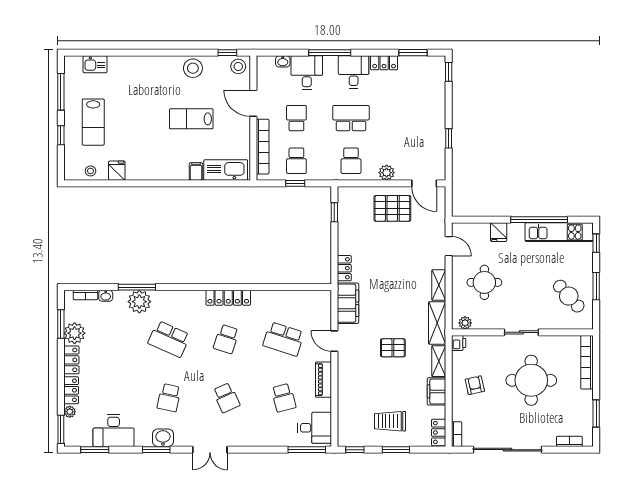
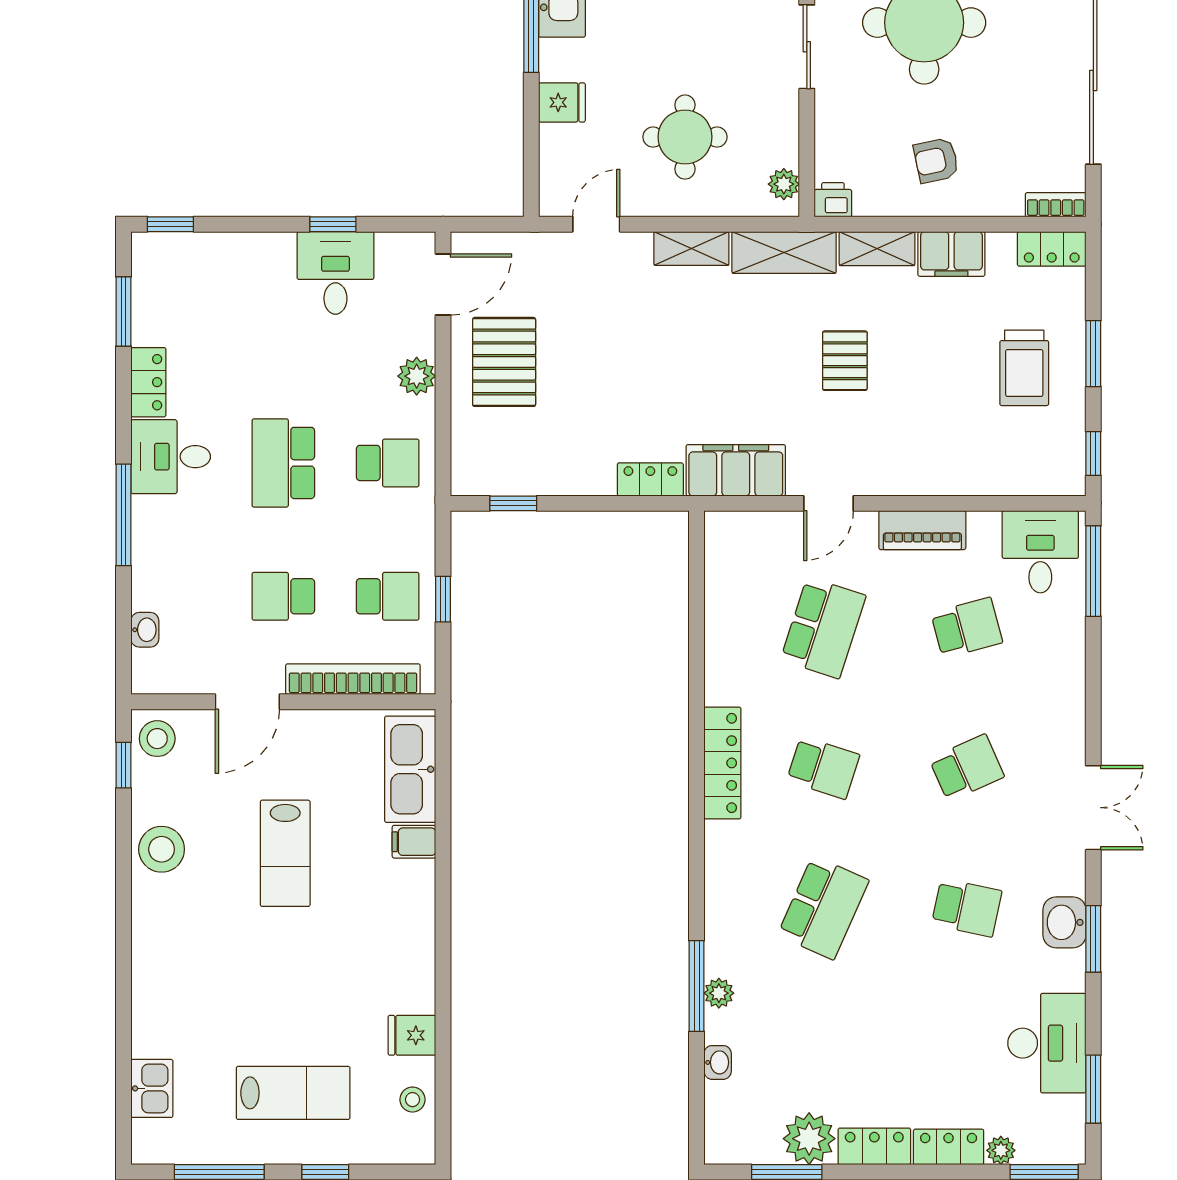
desk: (307, 73) -> (335, 273), moved, turned 90
bookcase: (86, 295) -> (716, 1112), removed
plant: (139, 302) -> (719, 993), width x0.53, depth x0.53

